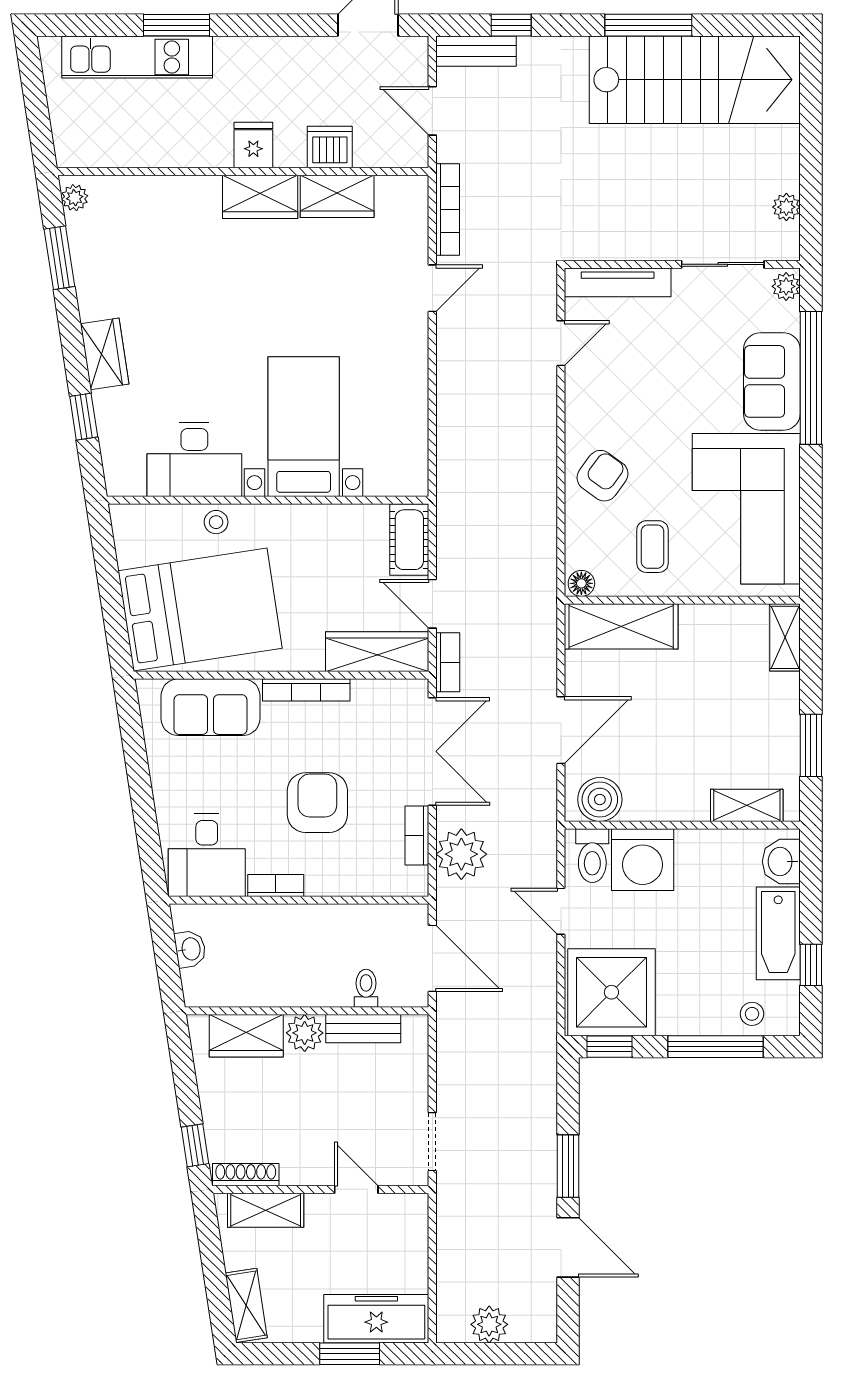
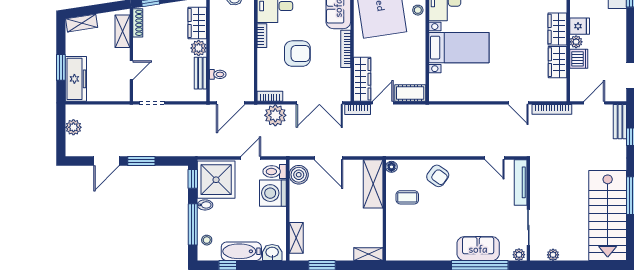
plant: (290, 153) -> (576, 42), added
corner sofa: (746, 509) -> (424, 238), removed
bookcase: (417, 835) -> (270, 96), moved
bidet: (670, 1018) -> (205, 205), added

